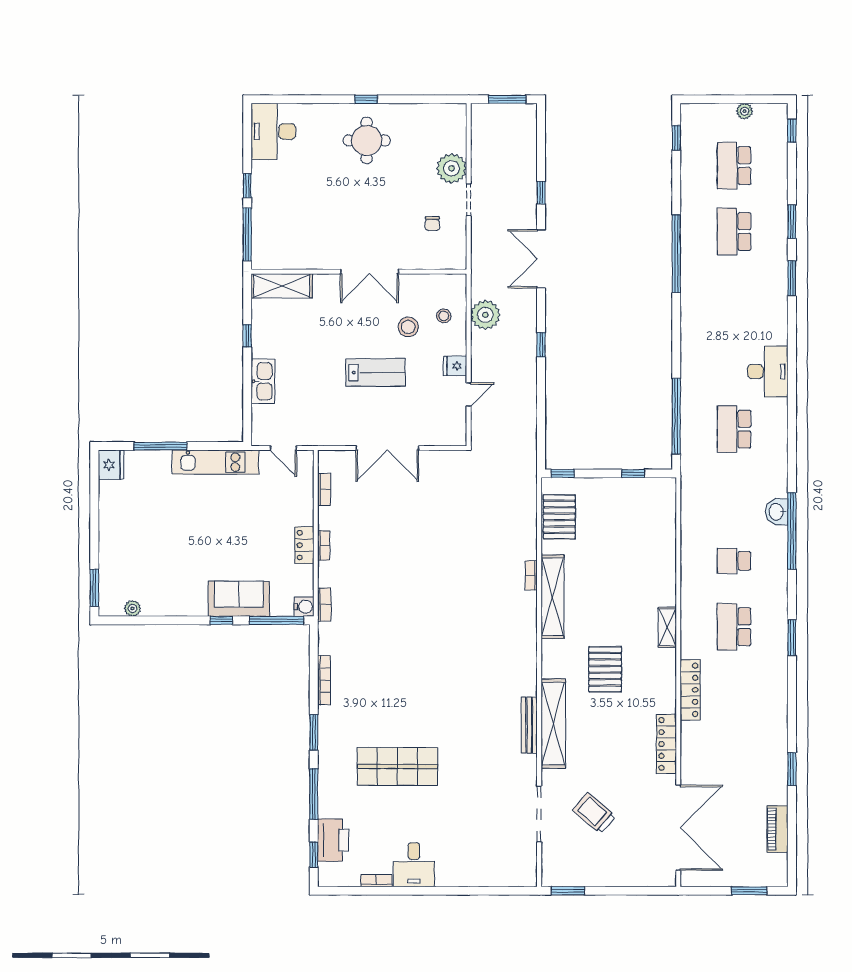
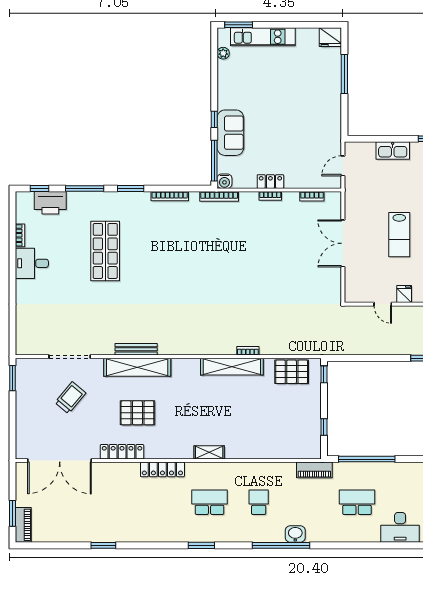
kitchen unit: (215, 462) -> (263, 37), moved, turned -90
piano: (691, 486) -> (314, 470), added
bookcase: (324, 605) -> (219, 196), width x1.56
pallet: (605, 669) -> (137, 413), moved
piano: (777, 829) -> (23, 525), moved, turned 90

